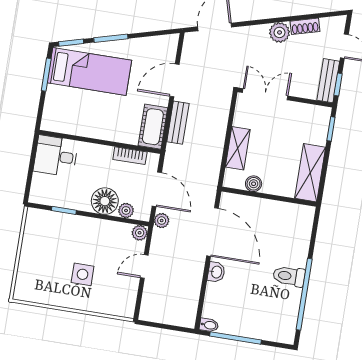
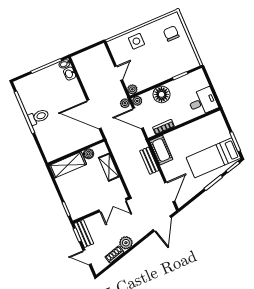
door: (174, 80) -> (170, 192), moved
shelving: (310, 173) -> (68, 165), moved, turned 90
plant: (126, 210) -> (137, 101), moved
washbasin: (216, 272) -> (70, 74), moved
chair: (40, 274) -> (171, 34), added
side table: (83, 274) -> (136, 41), moved

